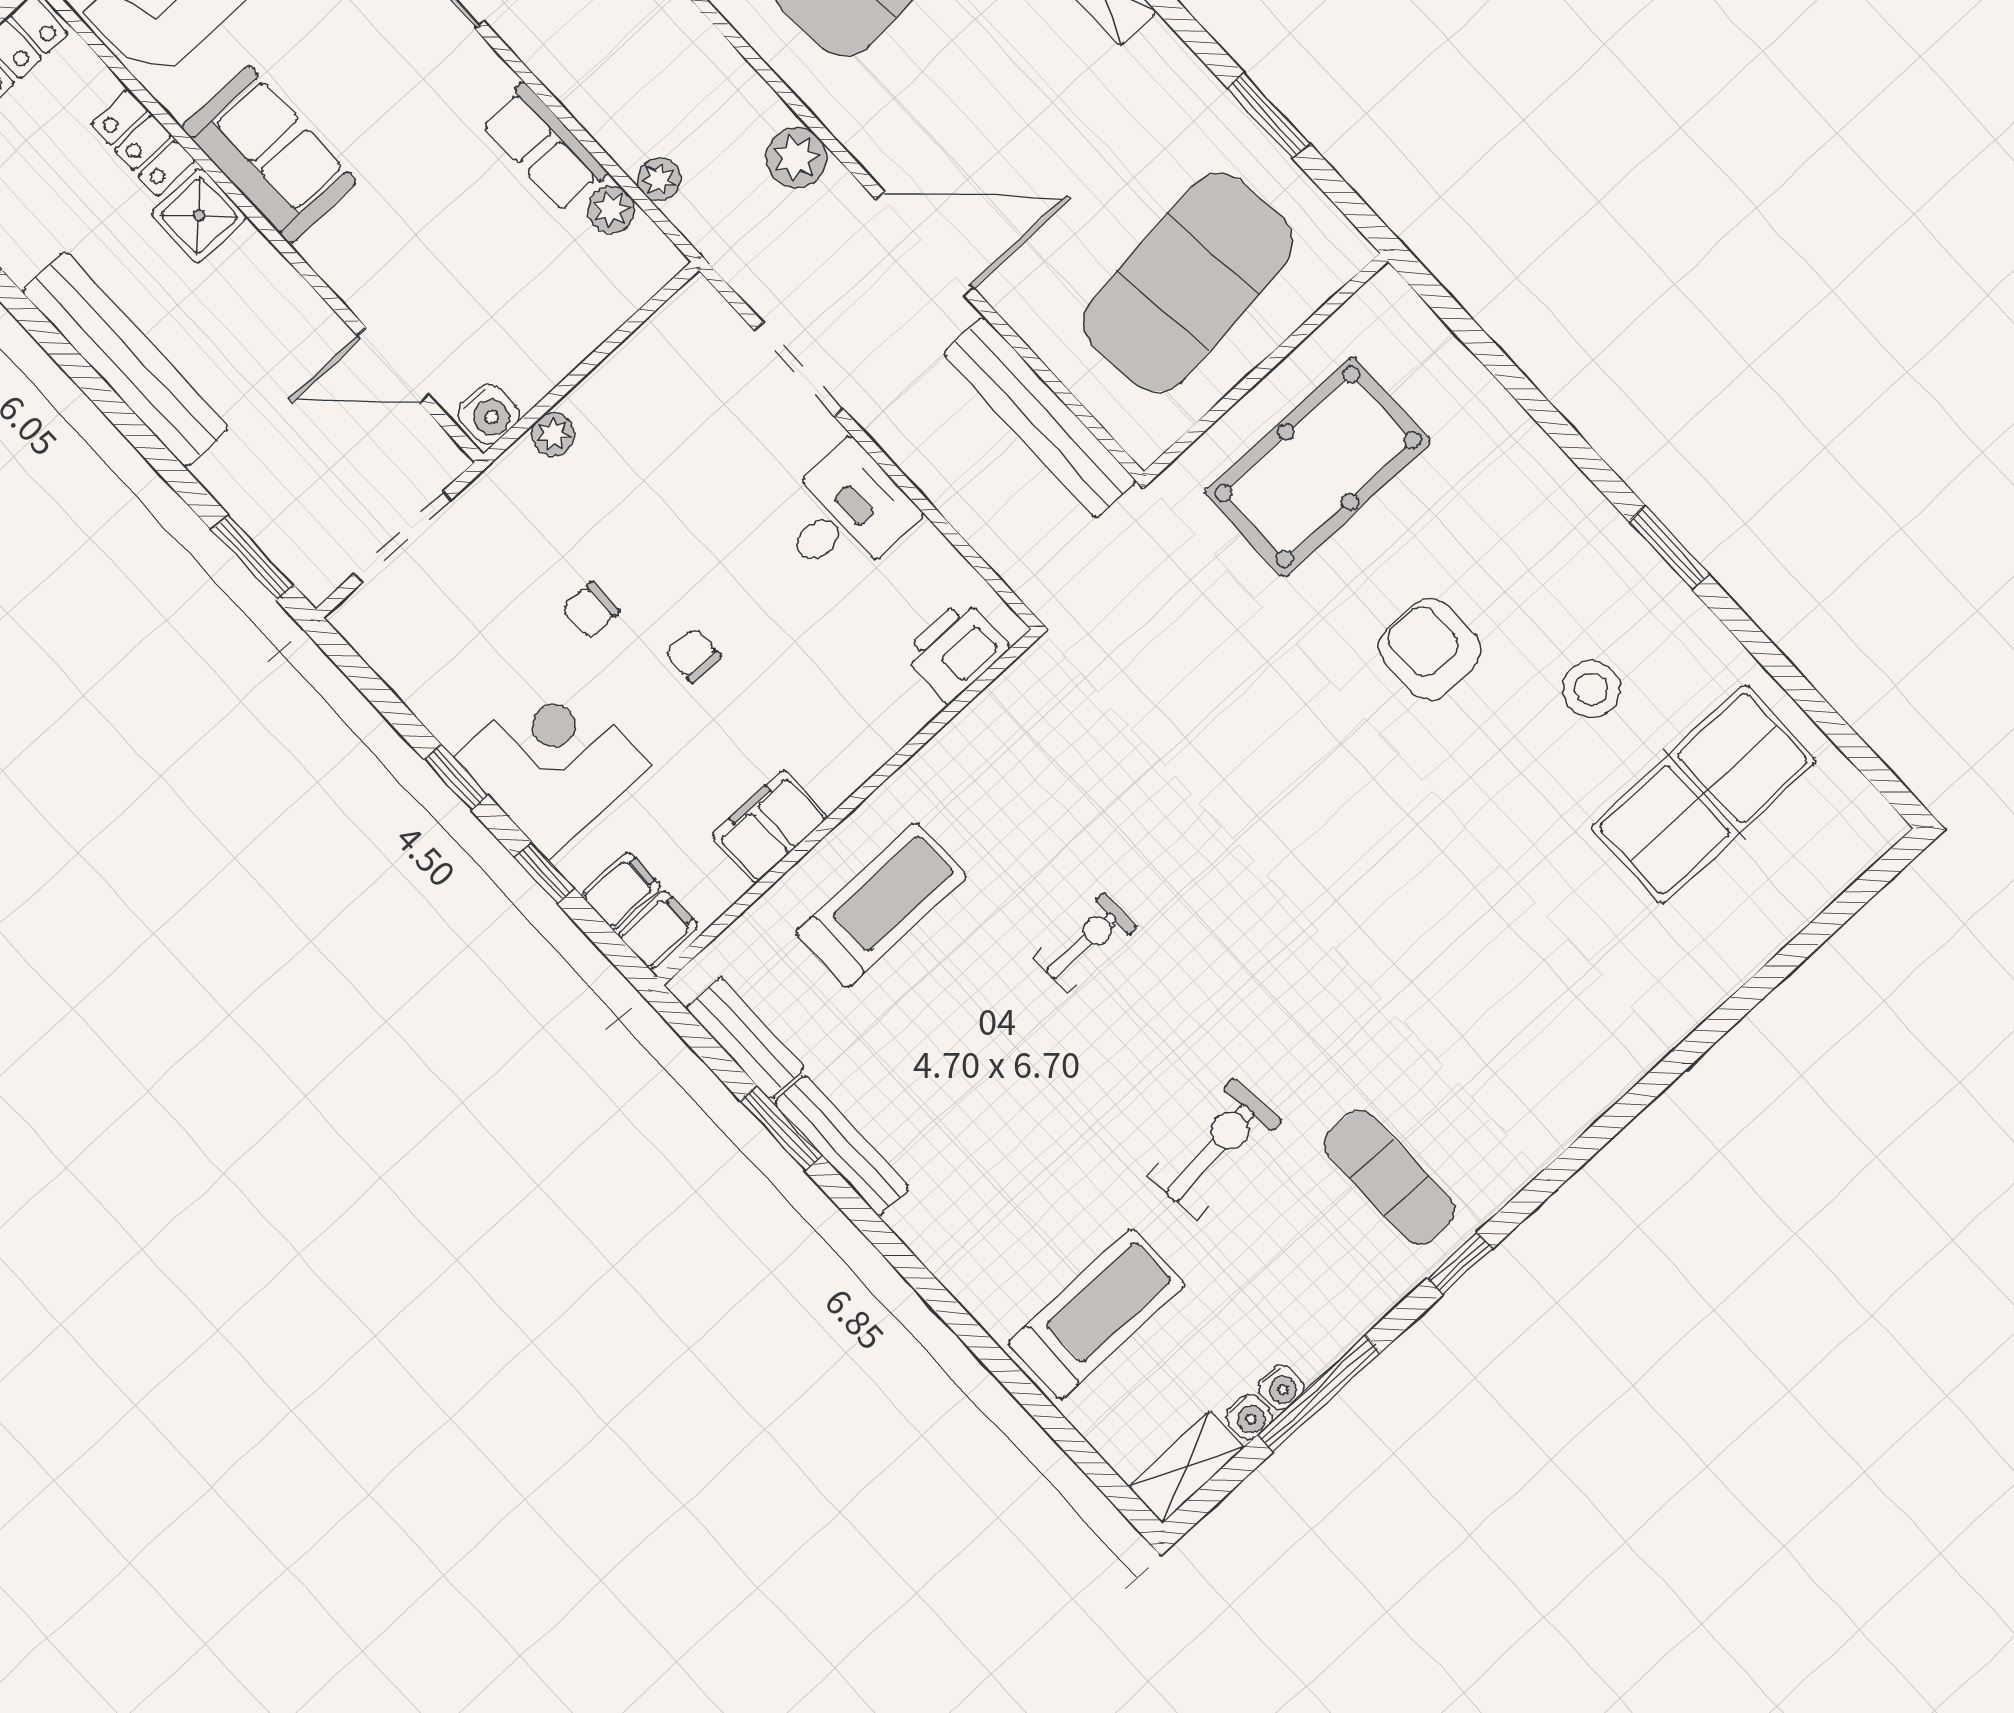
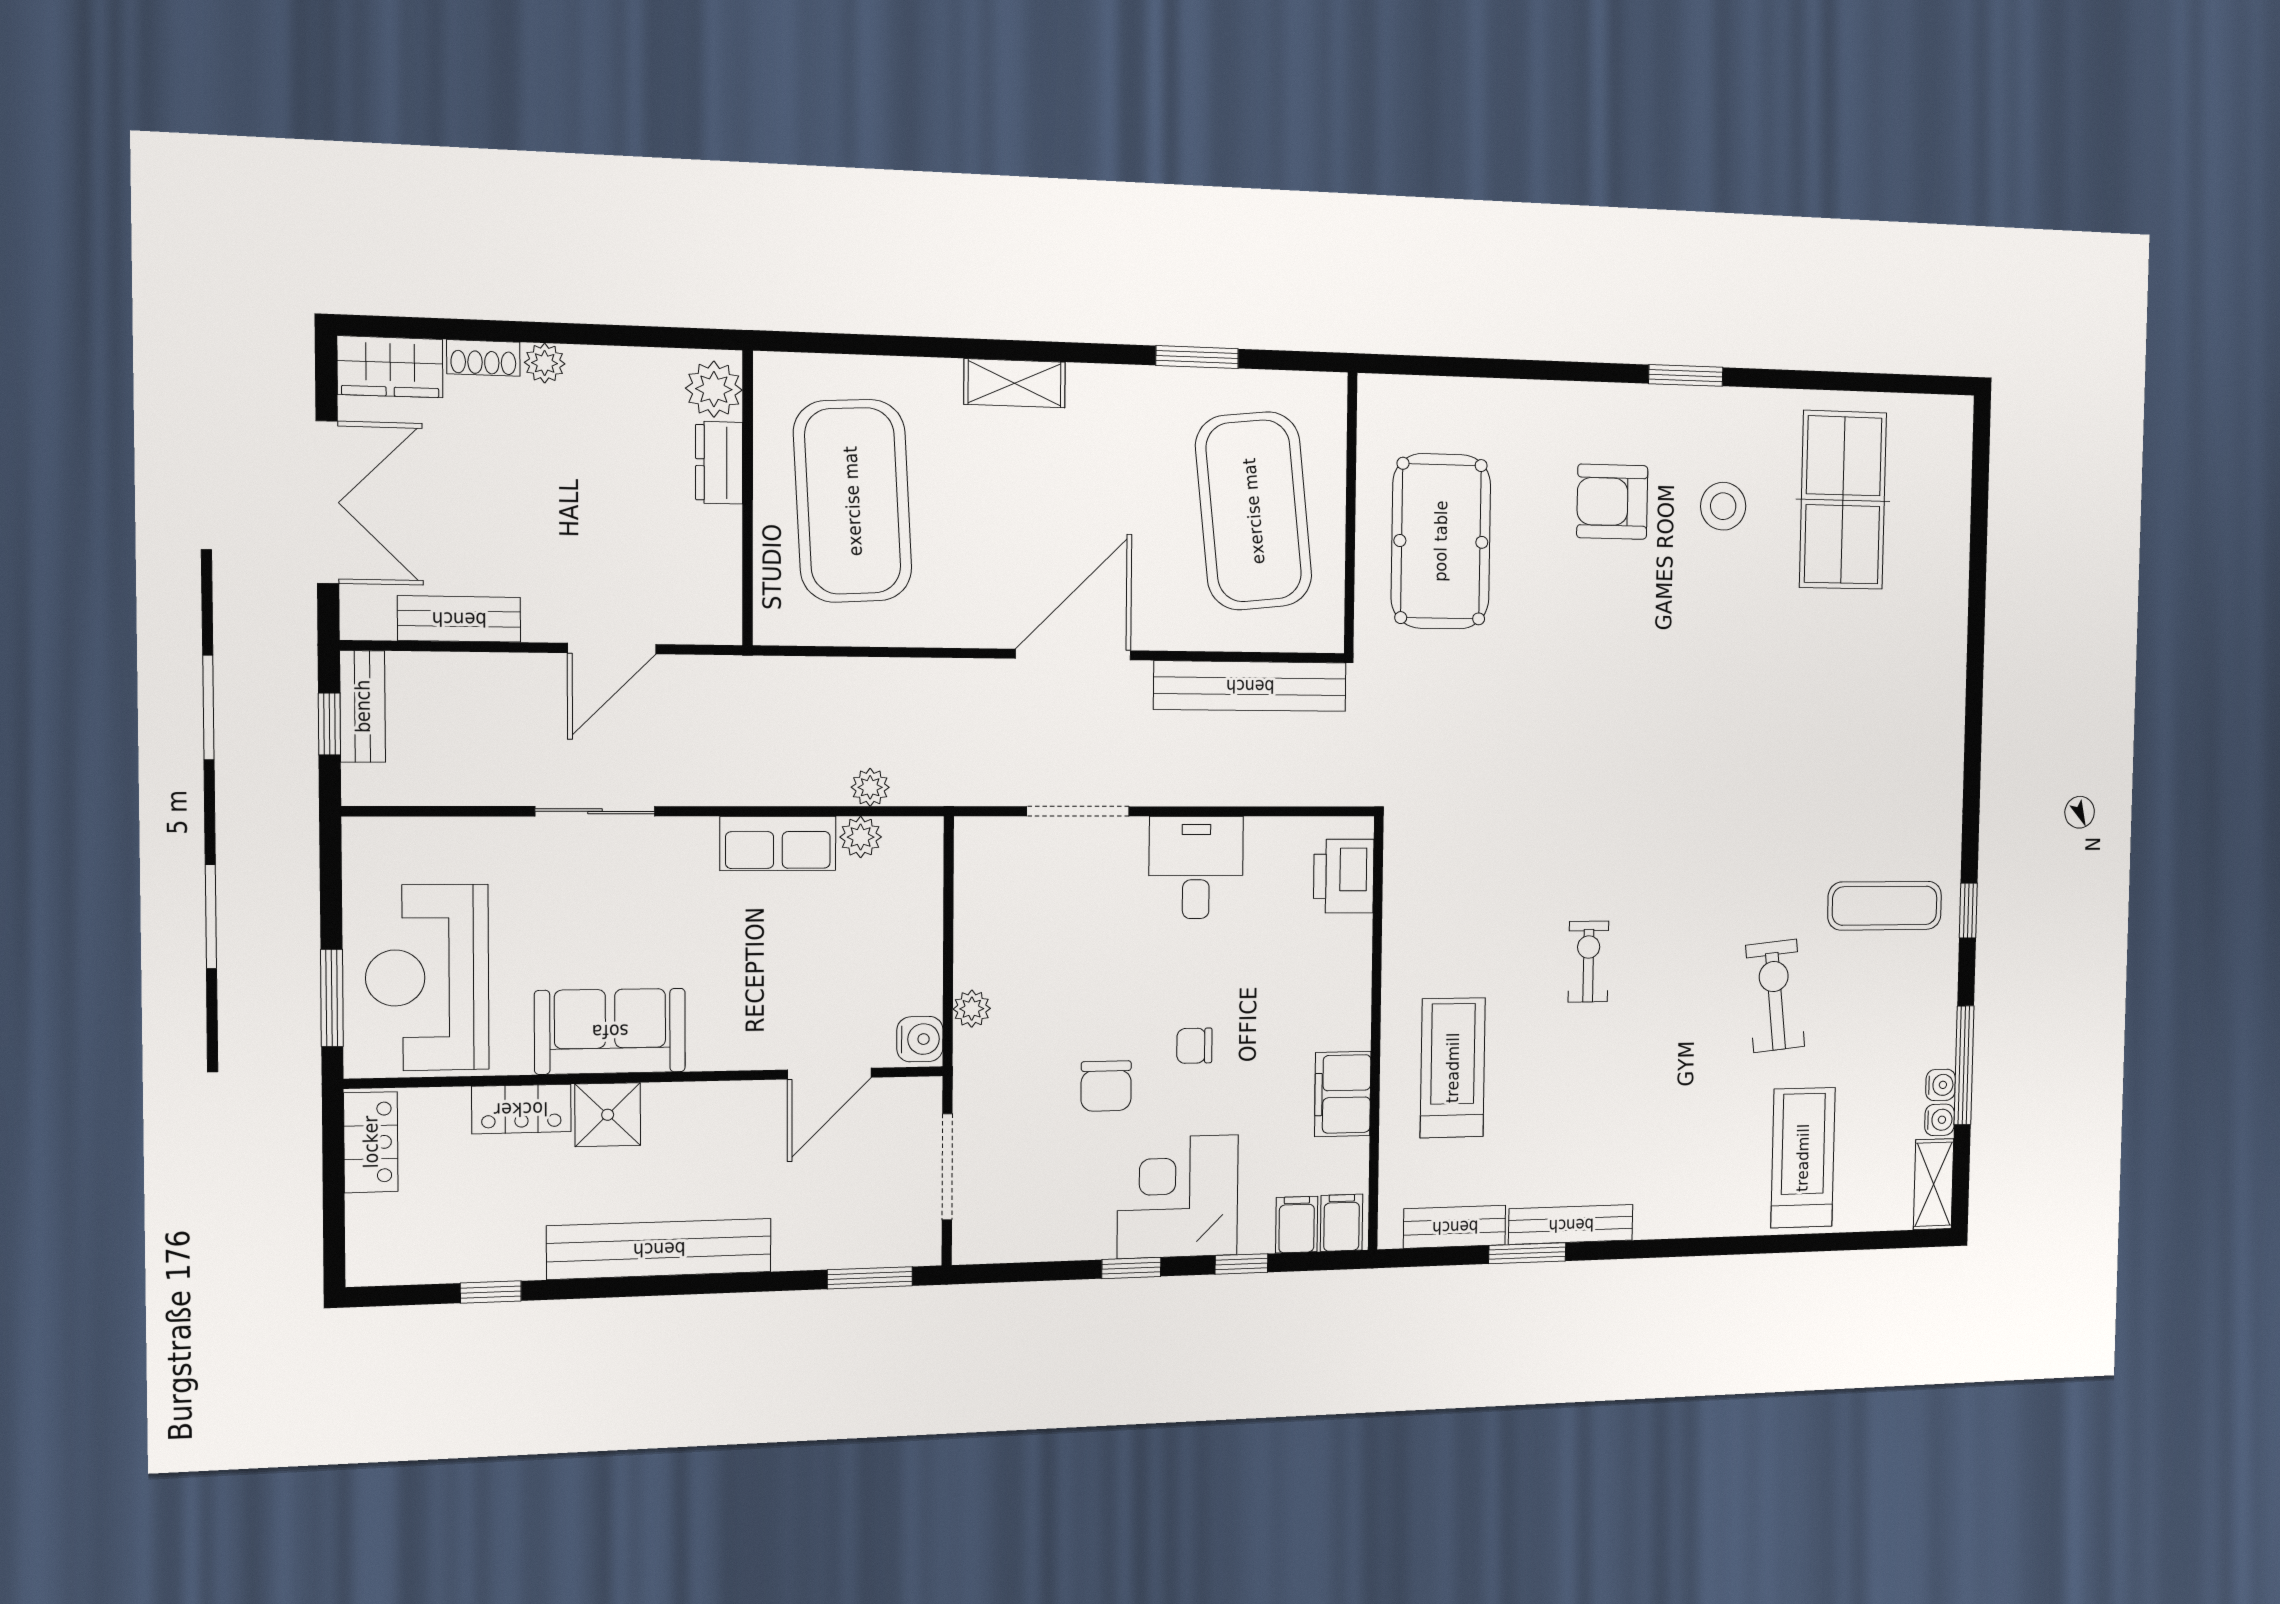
plant: (796, 158) -> (940, 685), removed
chair: (591, 610) -> (1106, 1086), width x1.37, depth x1.37
armchair: (1430, 649) -> (1612, 502), moved

